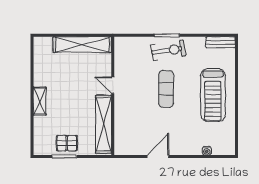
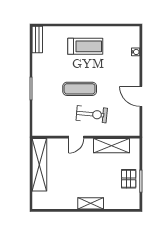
exercise bike: (168, 50) -> (92, 114), moved, turned 104
treadmill: (213, 95) -> (85, 46), width x0.73, depth x0.73
shelving: (103, 124) -> (112, 146), width x0.68

